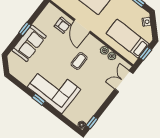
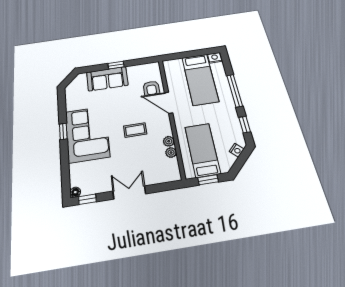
door: (82, 26) -> (169, 103), hinge flipped
double door: (124, 81) -> (129, 192), moved

